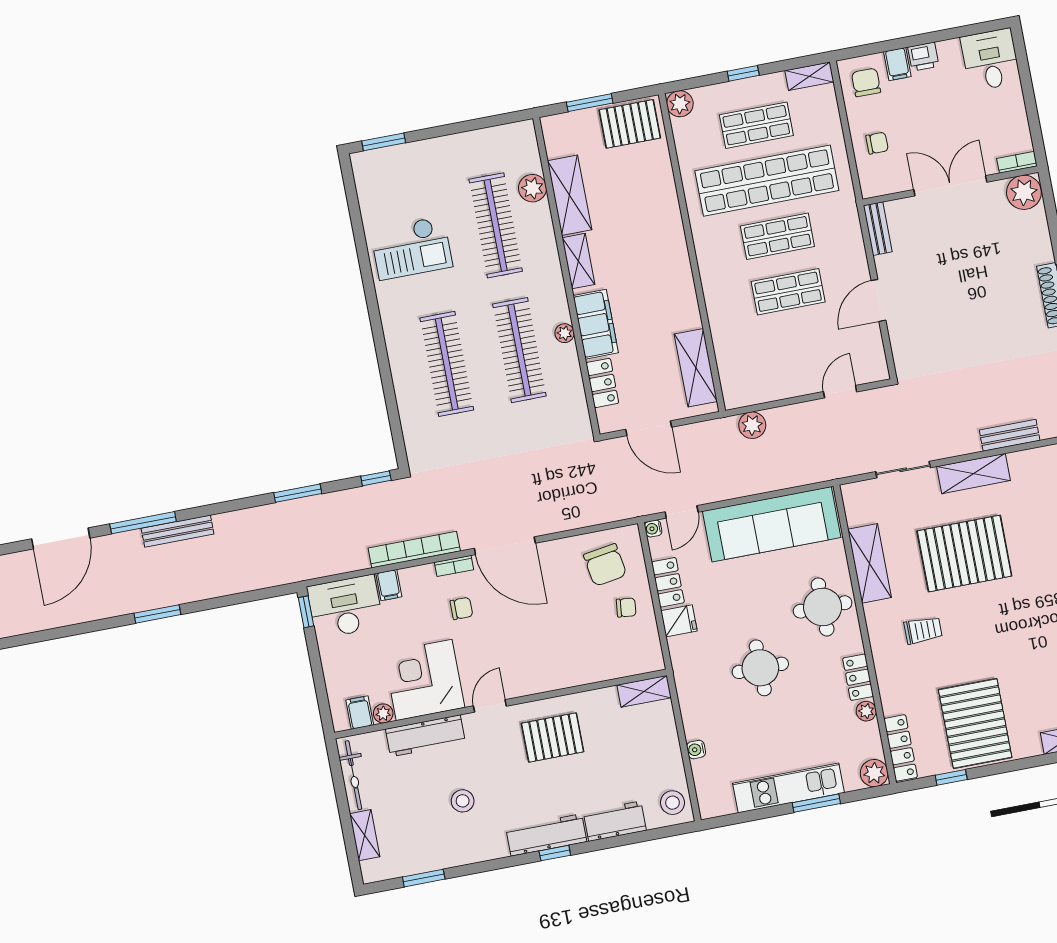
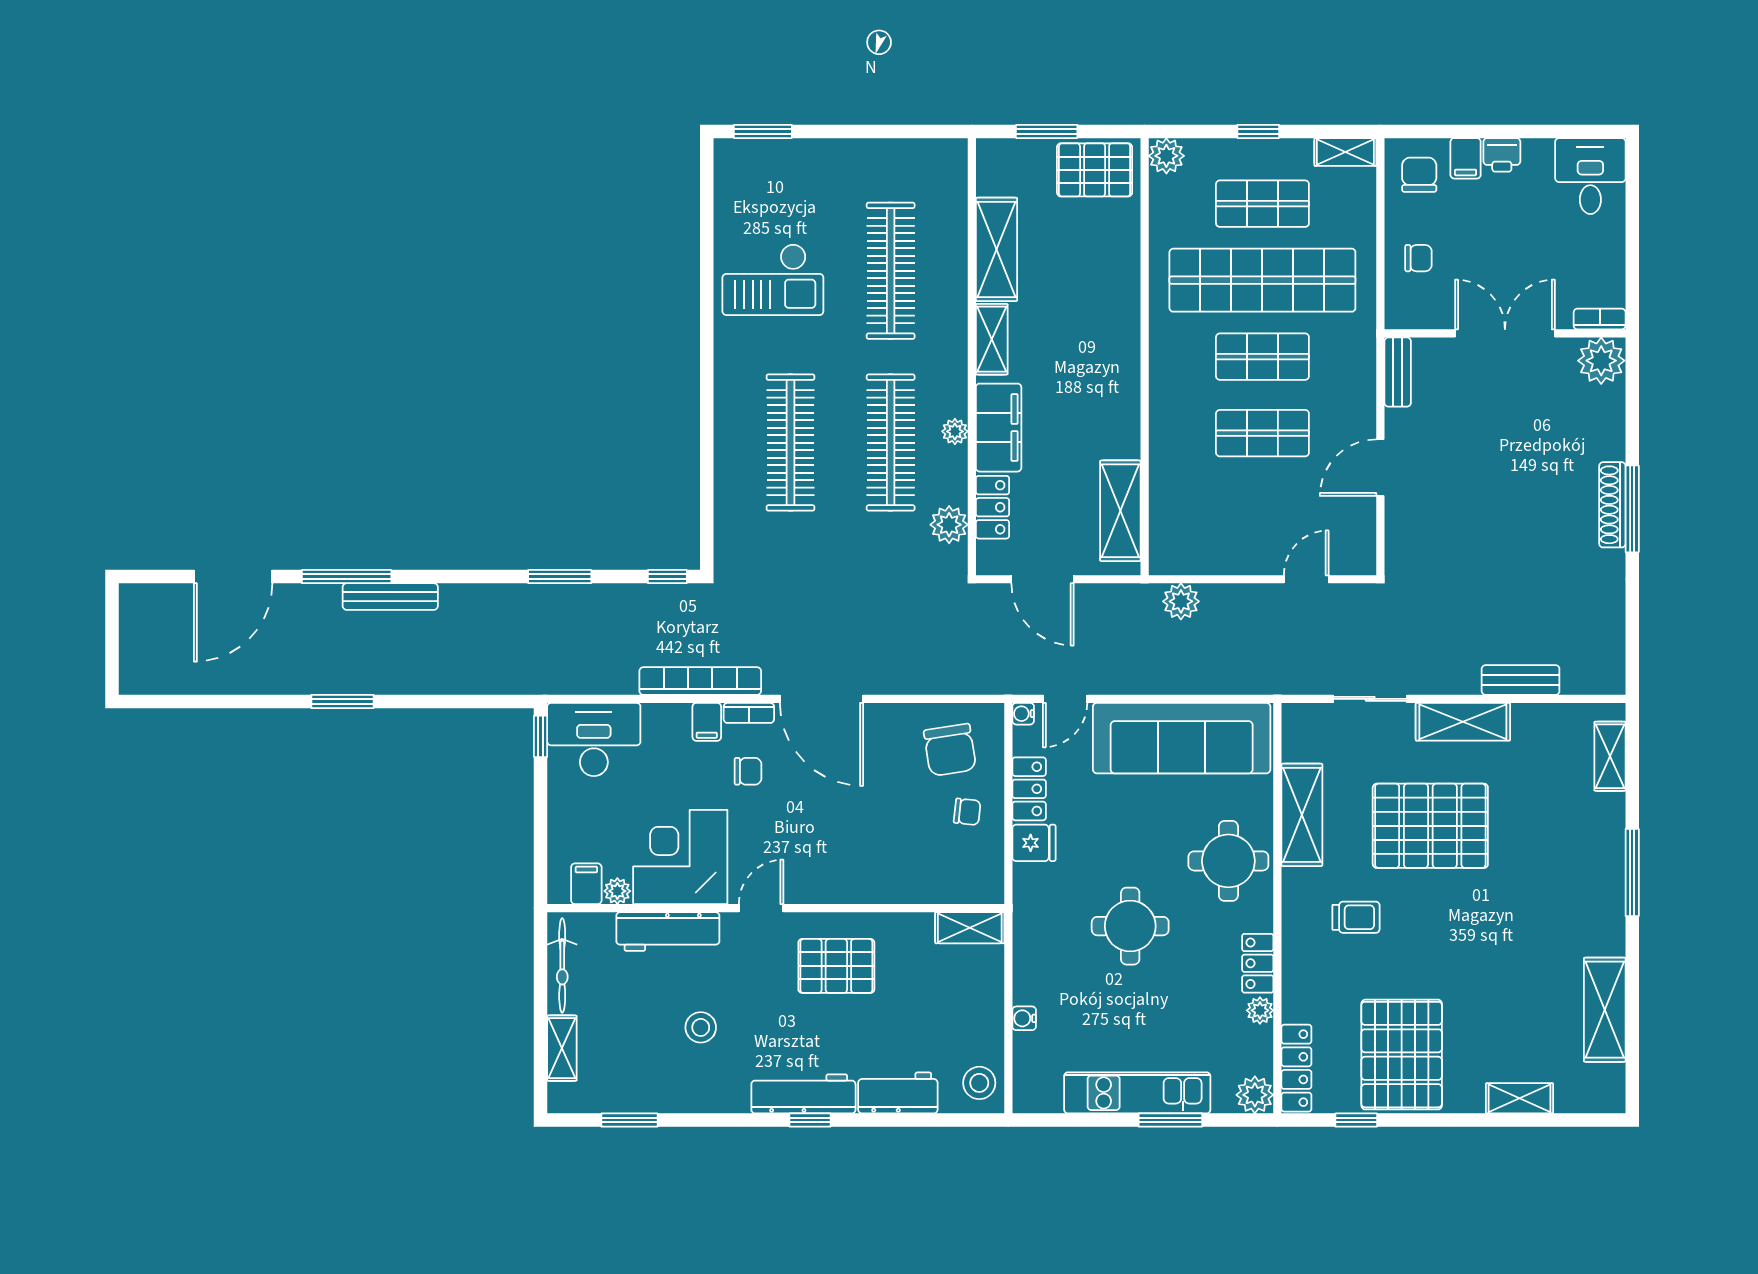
plant: (532, 188) -> (949, 525), moved
filing cabinet: (389, 585) -> (707, 722), moved

